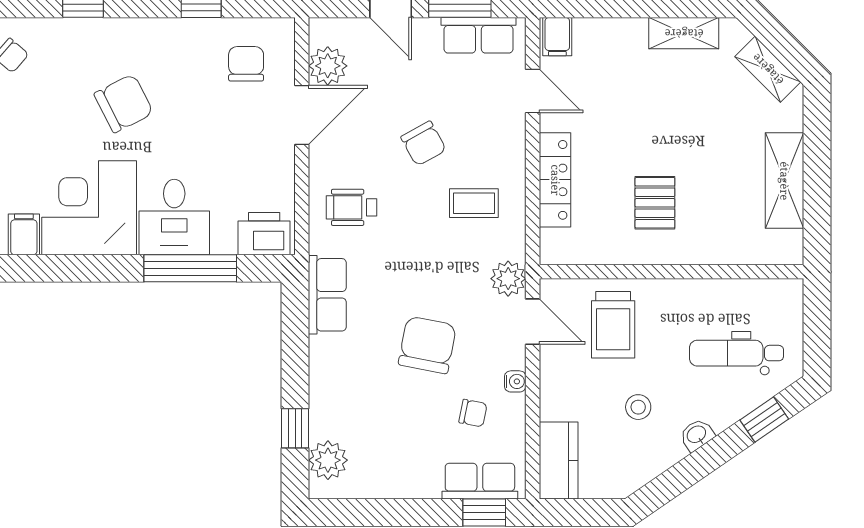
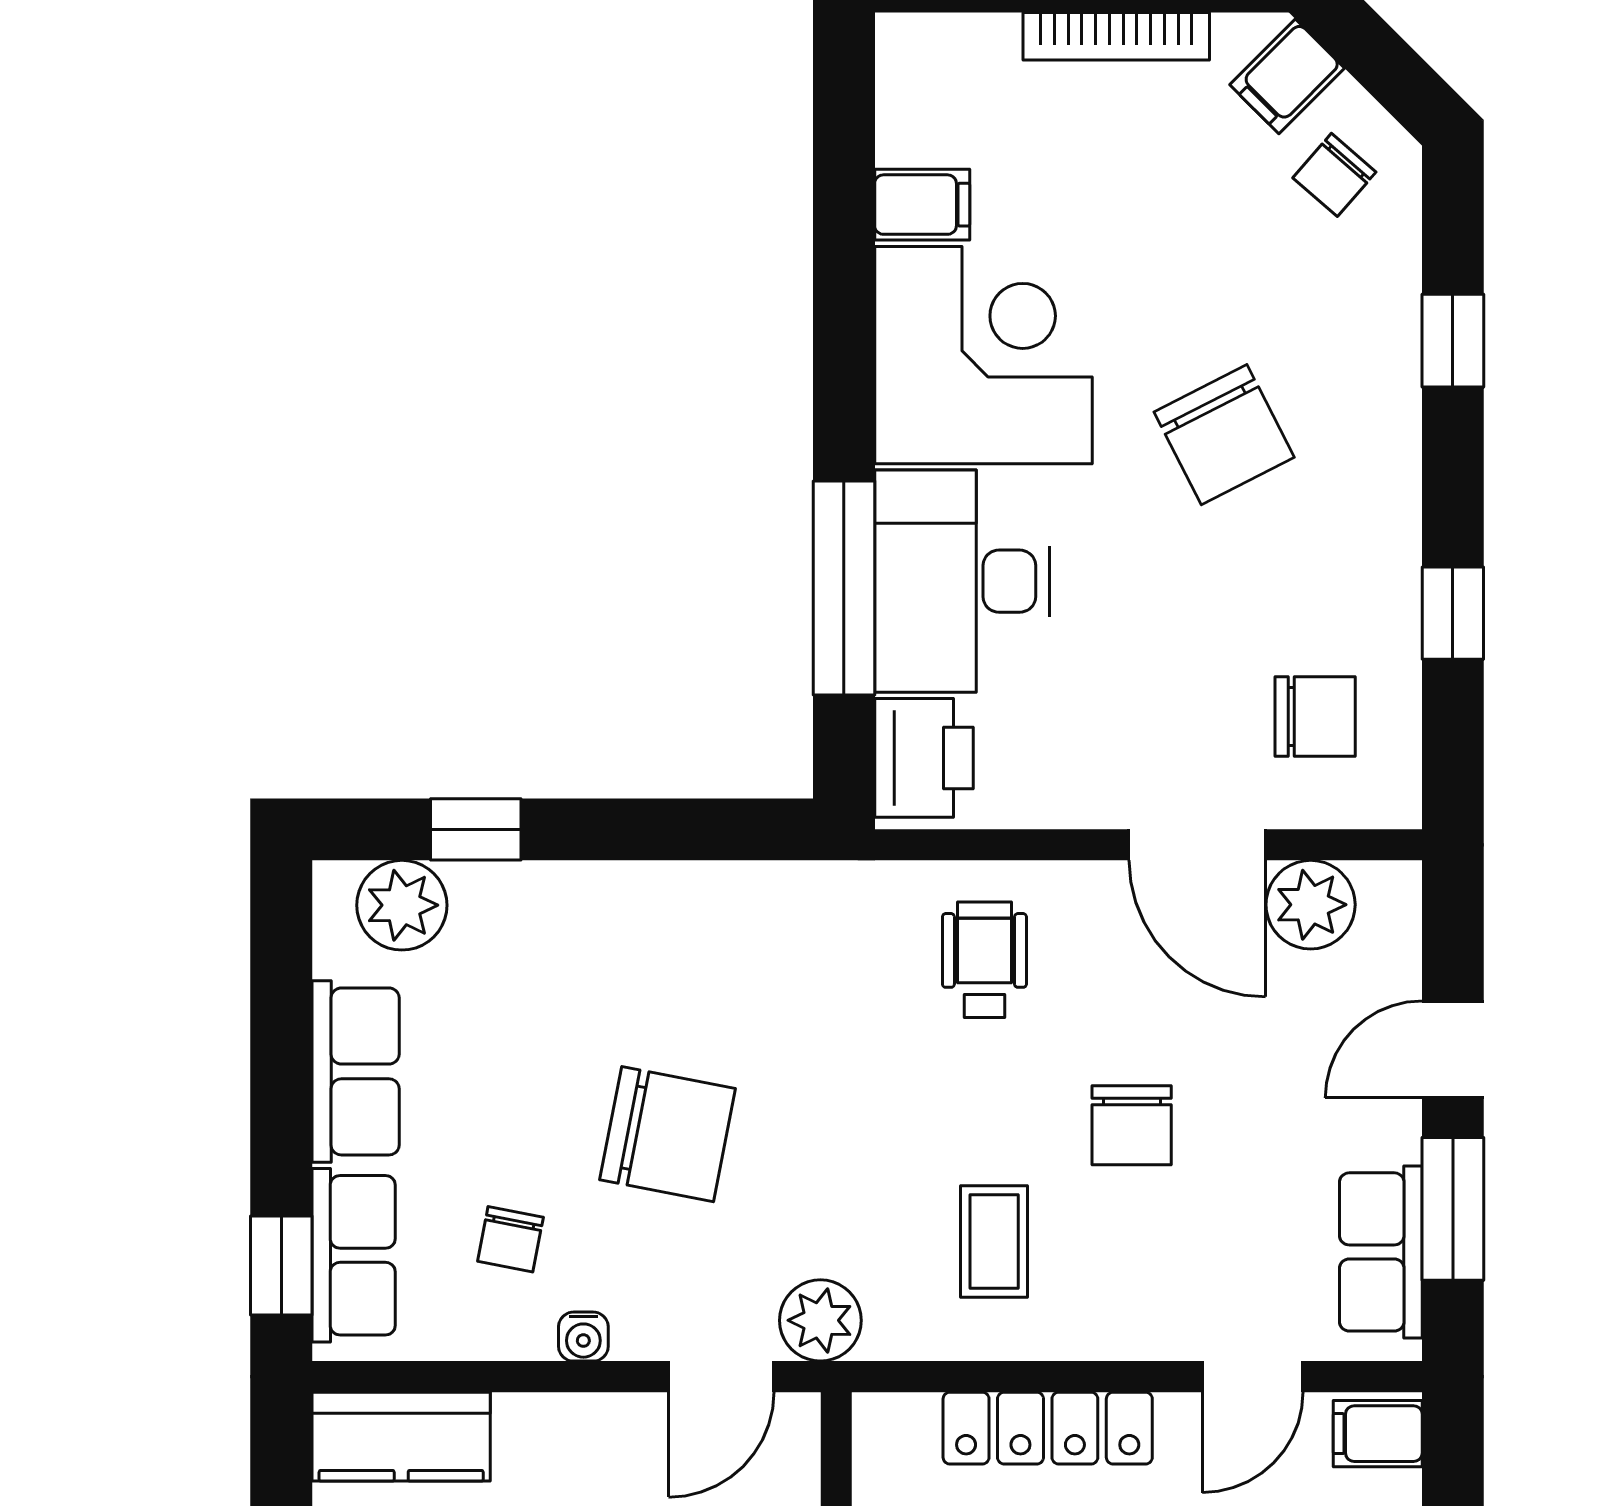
chair: (424, 143) -> (1132, 1125), turned -61
desk: (174, 217) -> (962, 581), width x1.37
row of seats: (327, 295) -> (356, 1071), moved, turned -90

